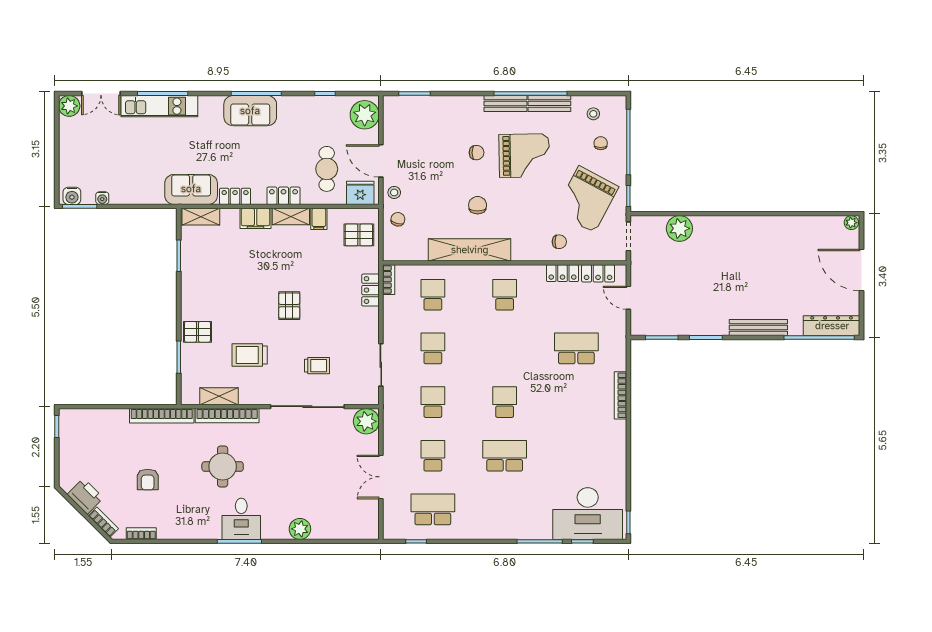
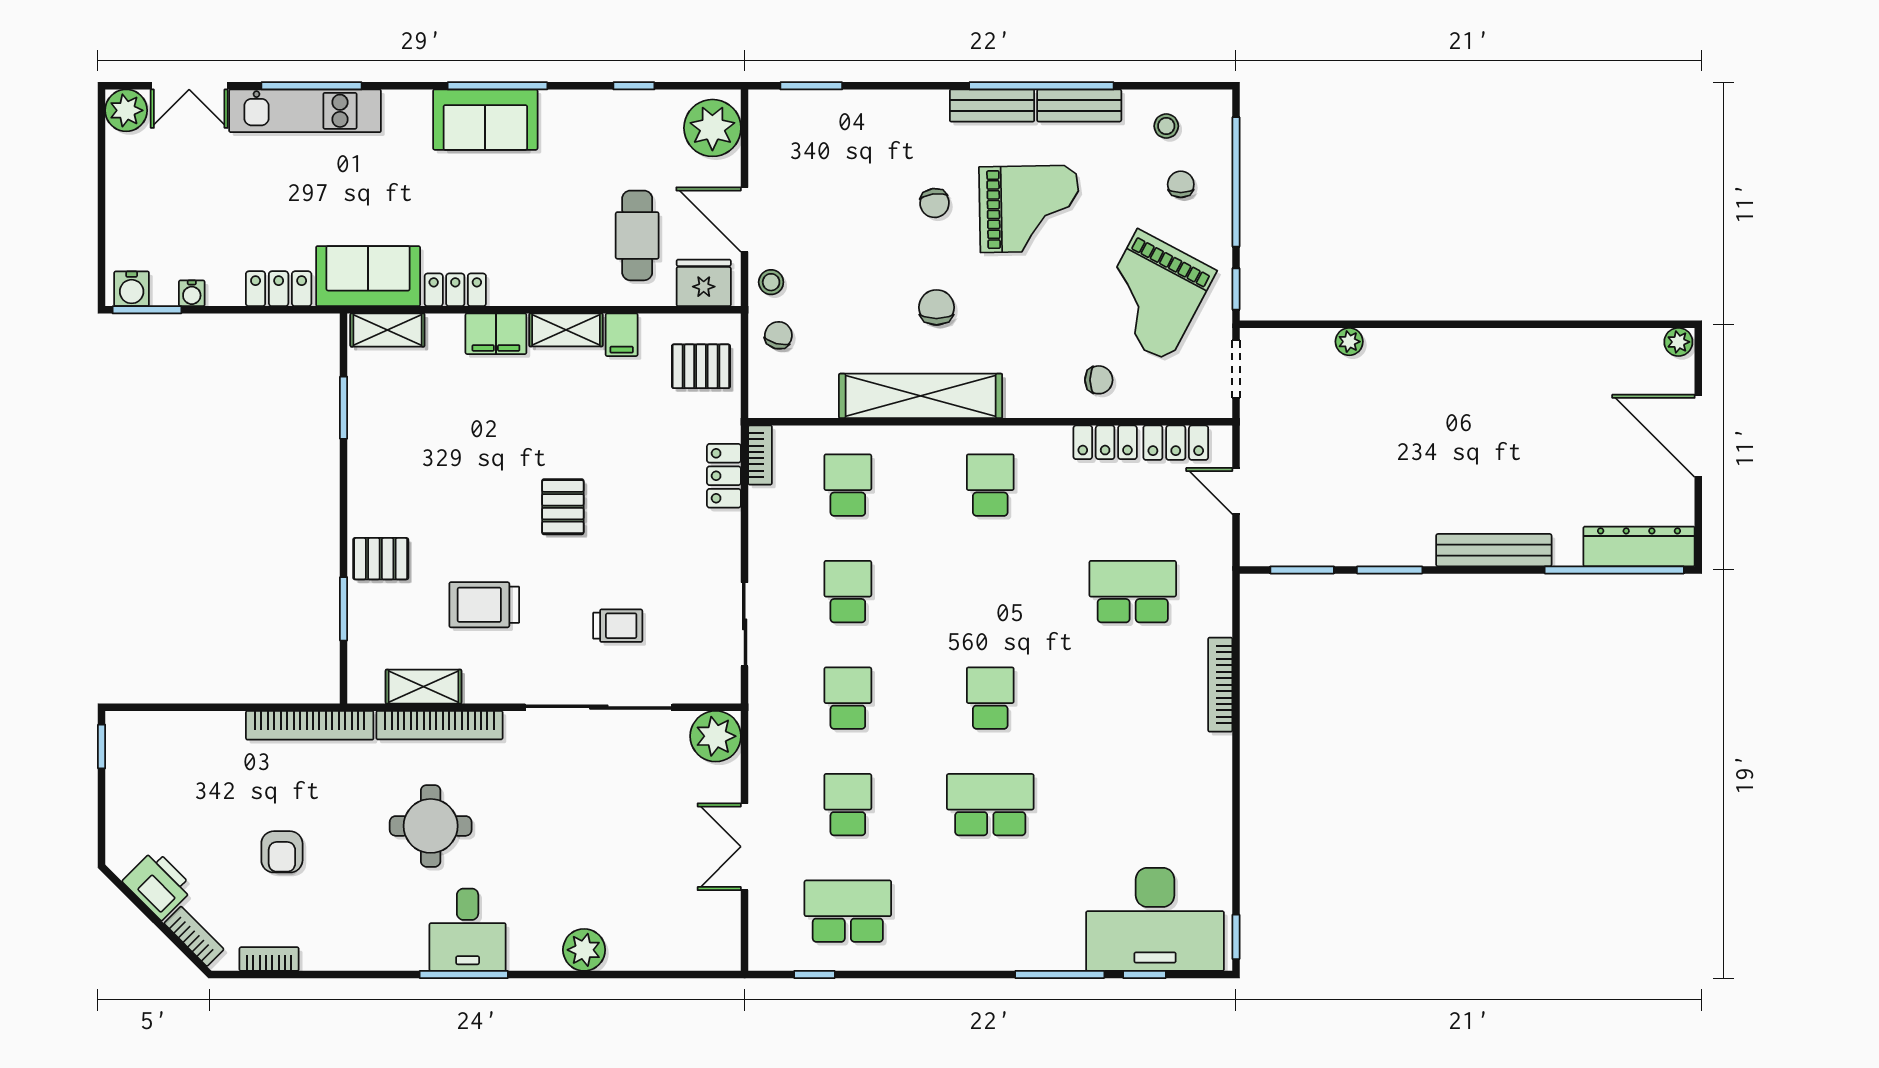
chair: (477, 153) -> (935, 203), turned 82
locker: (283, 196) -> (279, 289), moved
plant: (679, 228) -> (1349, 342), width x0.53, depth x0.53

